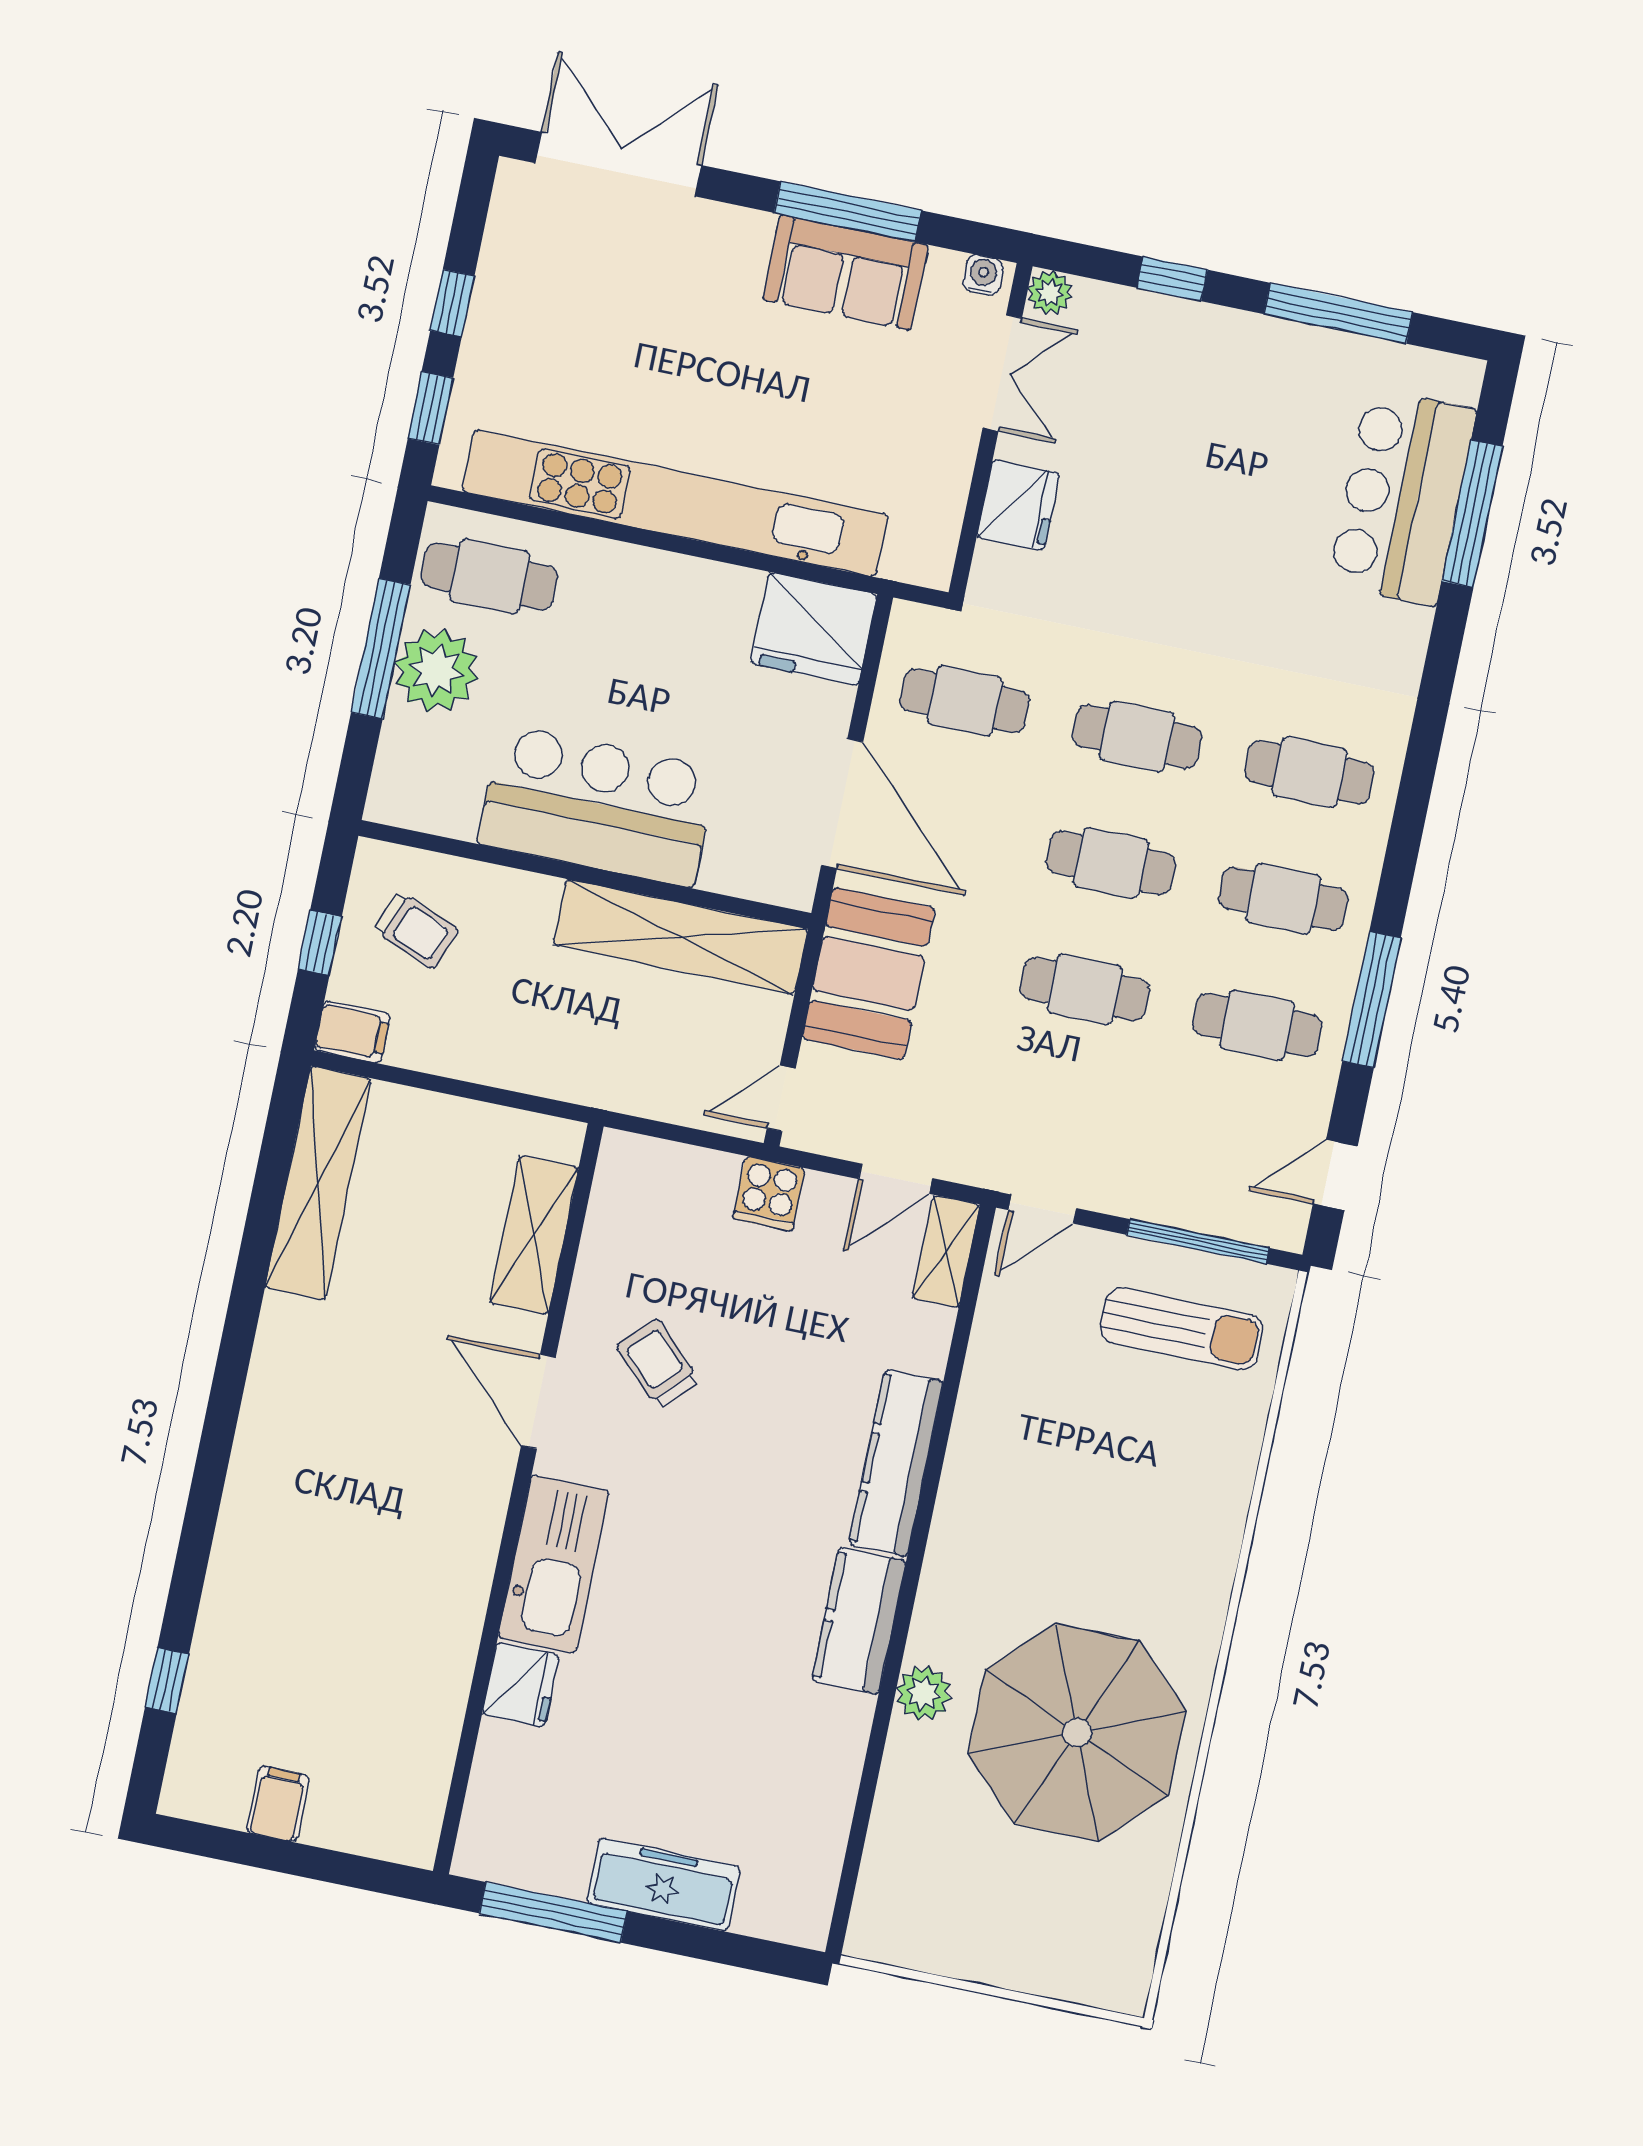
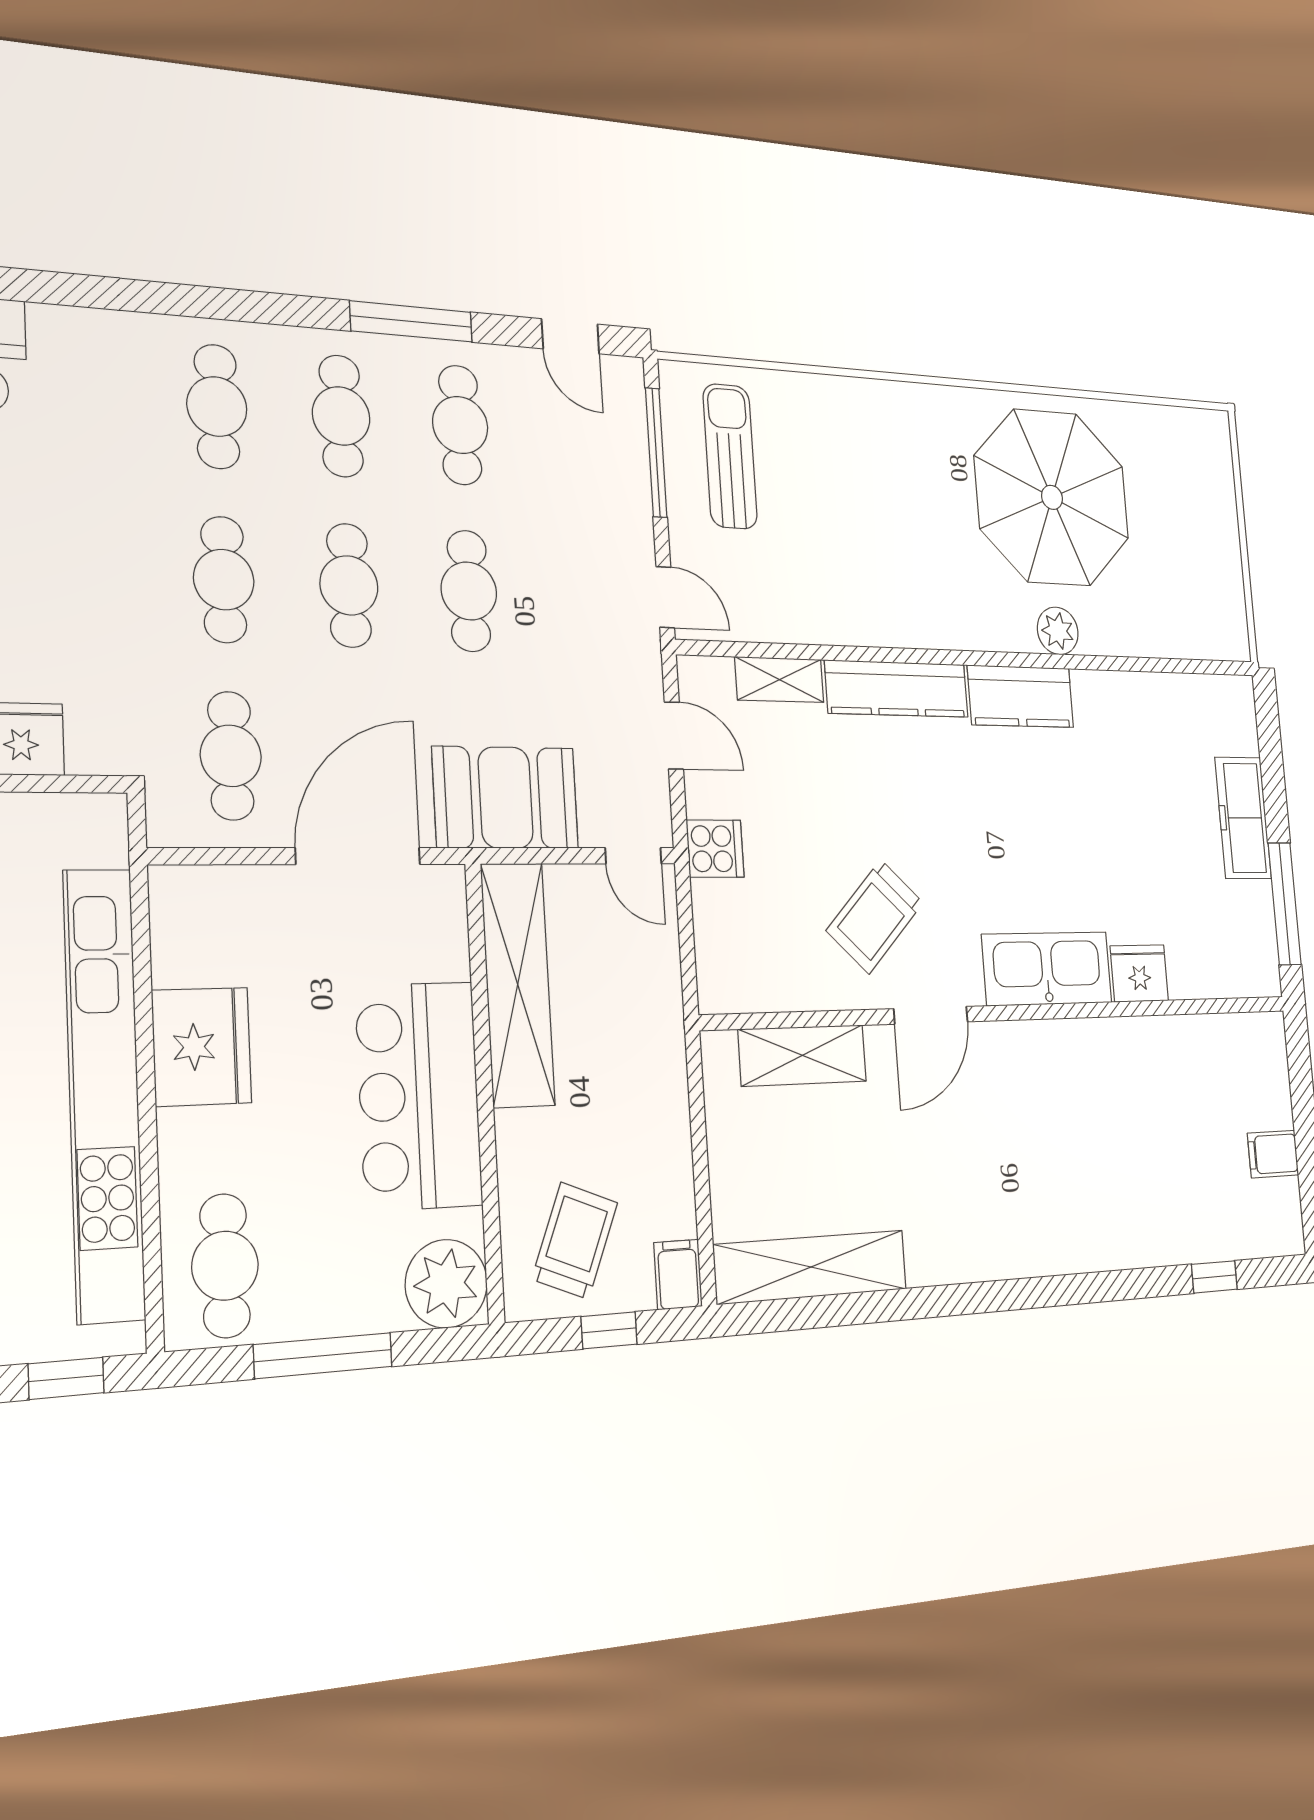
fridge: (814, 629) -> (202, 1047), moved
plant: (436, 670) -> (446, 1284), moved
trolley: (416, 930) -> (575, 1241), width x1.36, depth x1.39
shelving: (946, 1251) -> (779, 680), moved
trolley: (658, 1364) -> (875, 917), width x1.36, depth x1.39

